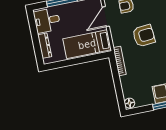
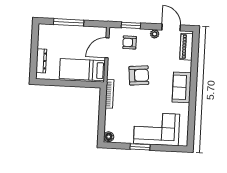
desk: (47, 20) -> (50, 37), removed

